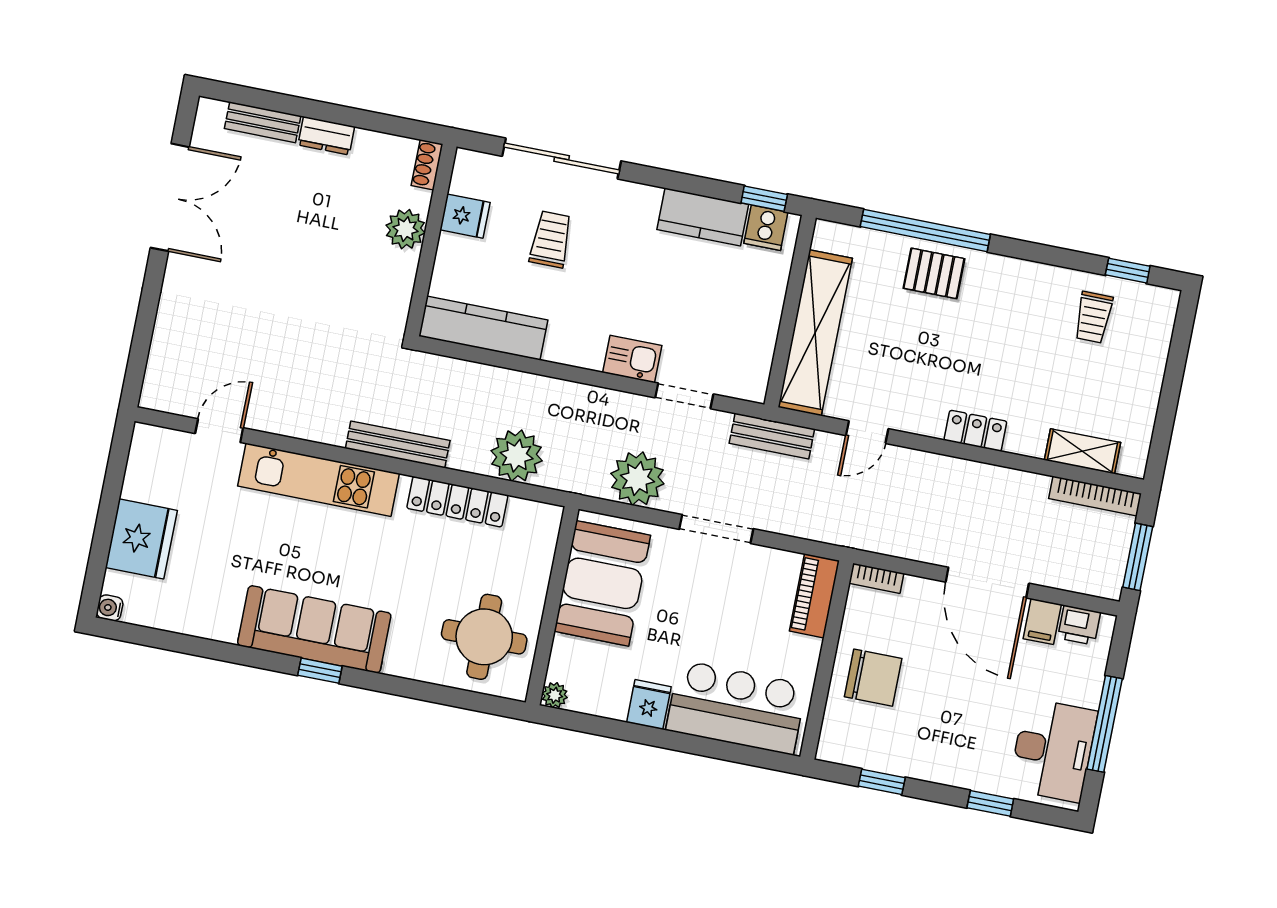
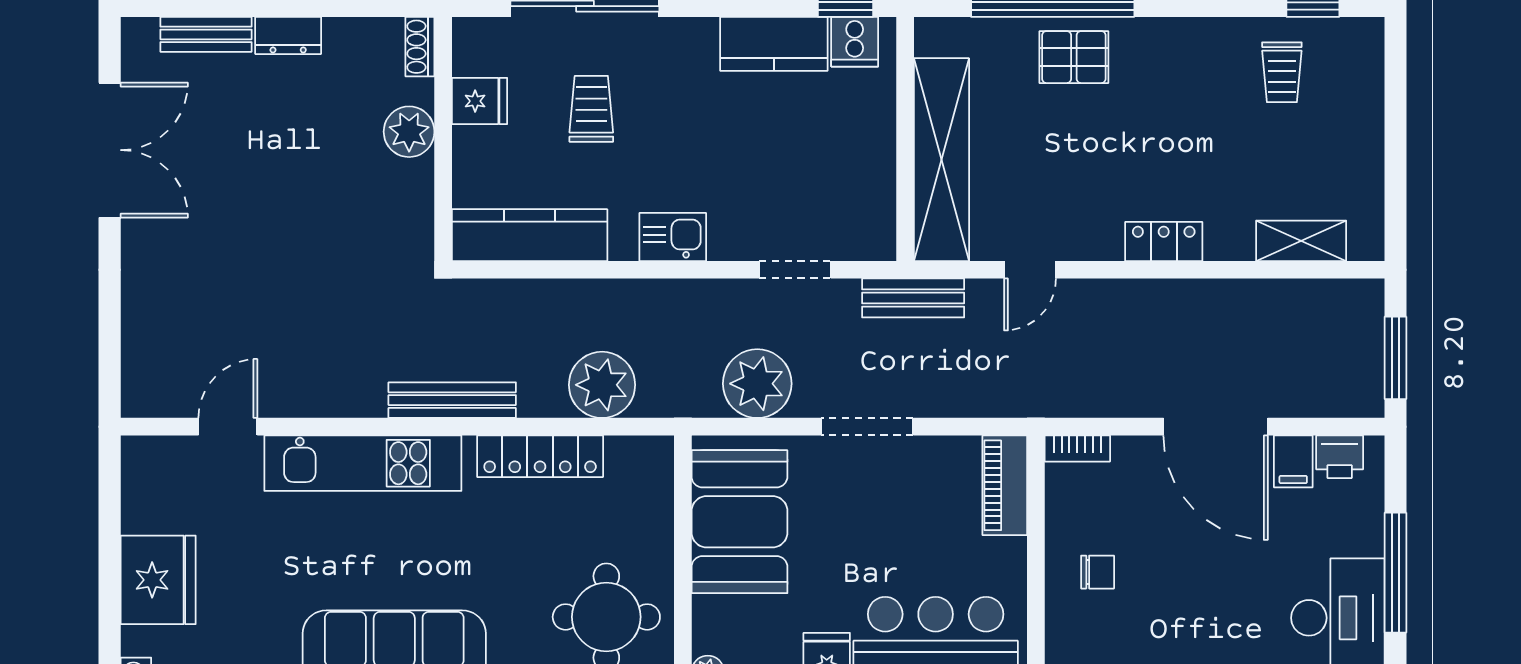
kitchen sink: (632, 359) -> (673, 237), moved
bookcase: (1095, 496) -> (1328, 293), removed
chair: (873, 678) -> (1098, 572), width x0.54, depth x0.54

